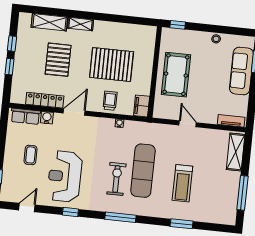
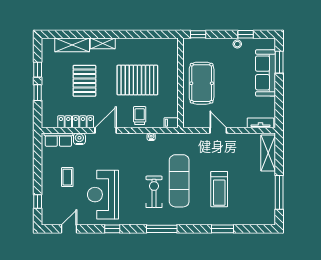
window: (225, 30) -> (246, 34), added
filing cabinet: (142, 106) -> (171, 123), width x0.50

